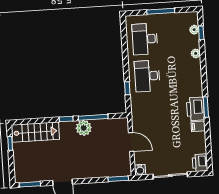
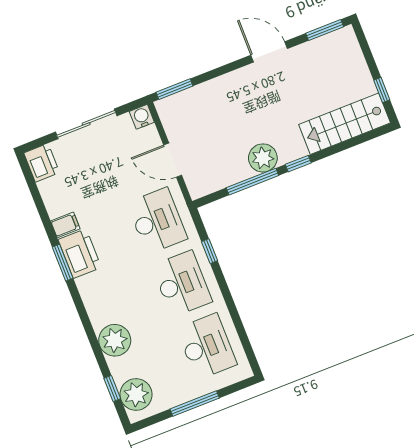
plant: (194, 30) -> (136, 394), width x1.87, depth x1.87
plant: (196, 53) -> (115, 340), width x1.87, depth x1.87
desk: (150, 113) -> (157, 221), added

